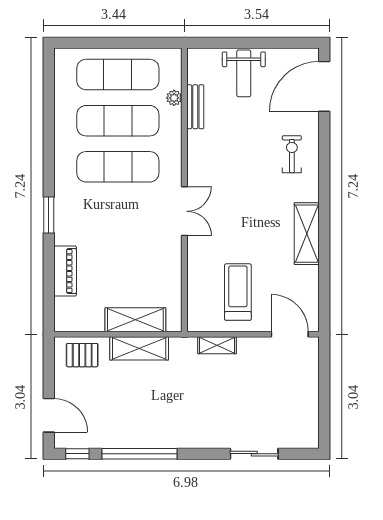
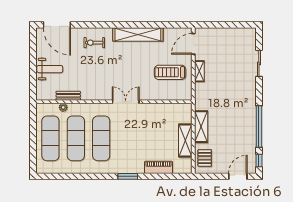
shelving: (307, 234) -> (138, 34), width x1.47
shelving: (135, 320) -> (185, 140), moved
shelving: (217, 345) -> (199, 71), moved

